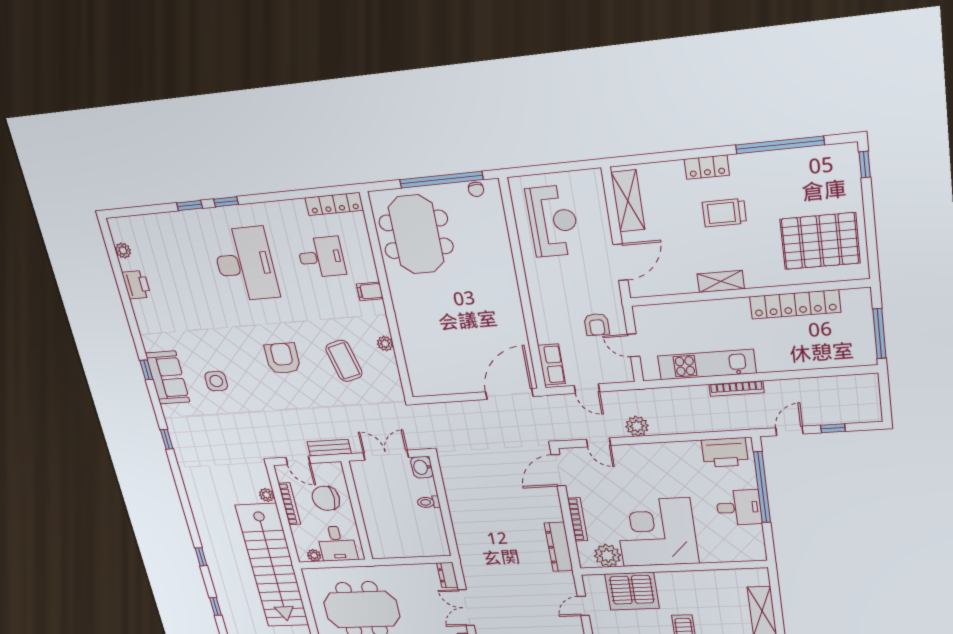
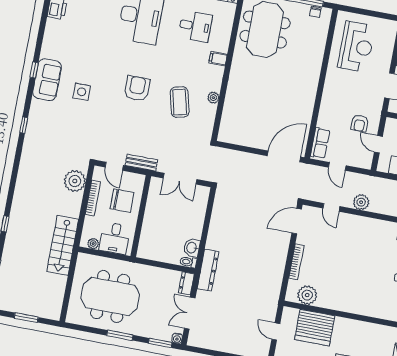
double door: (386, 455) -> (180, 179), swing flipped
washbasin: (422, 467) -> (192, 248), moved
plant: (267, 495) -> (75, 181), width x1.88, depth x1.88
chair: (326, 498) -> (122, 201), turned 180
toilet: (429, 502) -> (188, 262), moved
corner desk: (656, 532) -> (347, 285), removed
dresser: (559, 547) -> (208, 270), moved, turned 180
stairs: (272, 566) -> (63, 245), width x0.54, depth x0.66
door: (583, 606) -> (276, 331), hinge flipped

